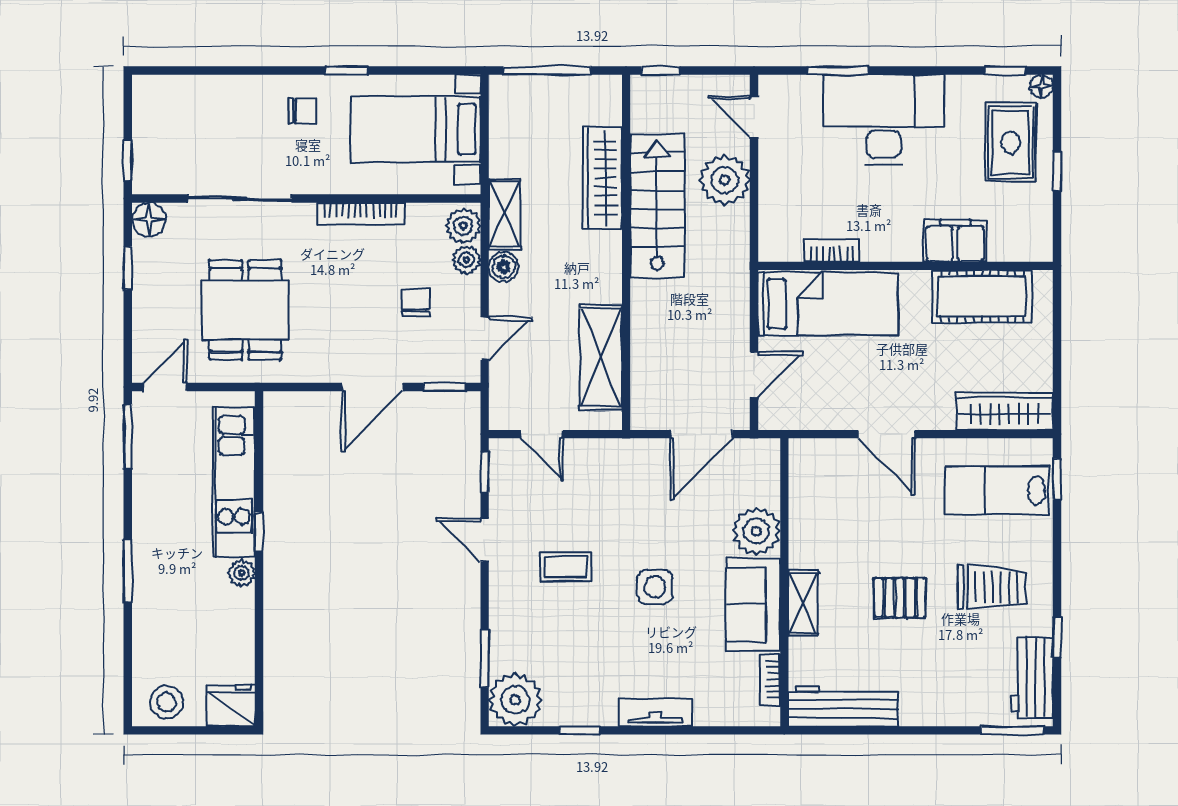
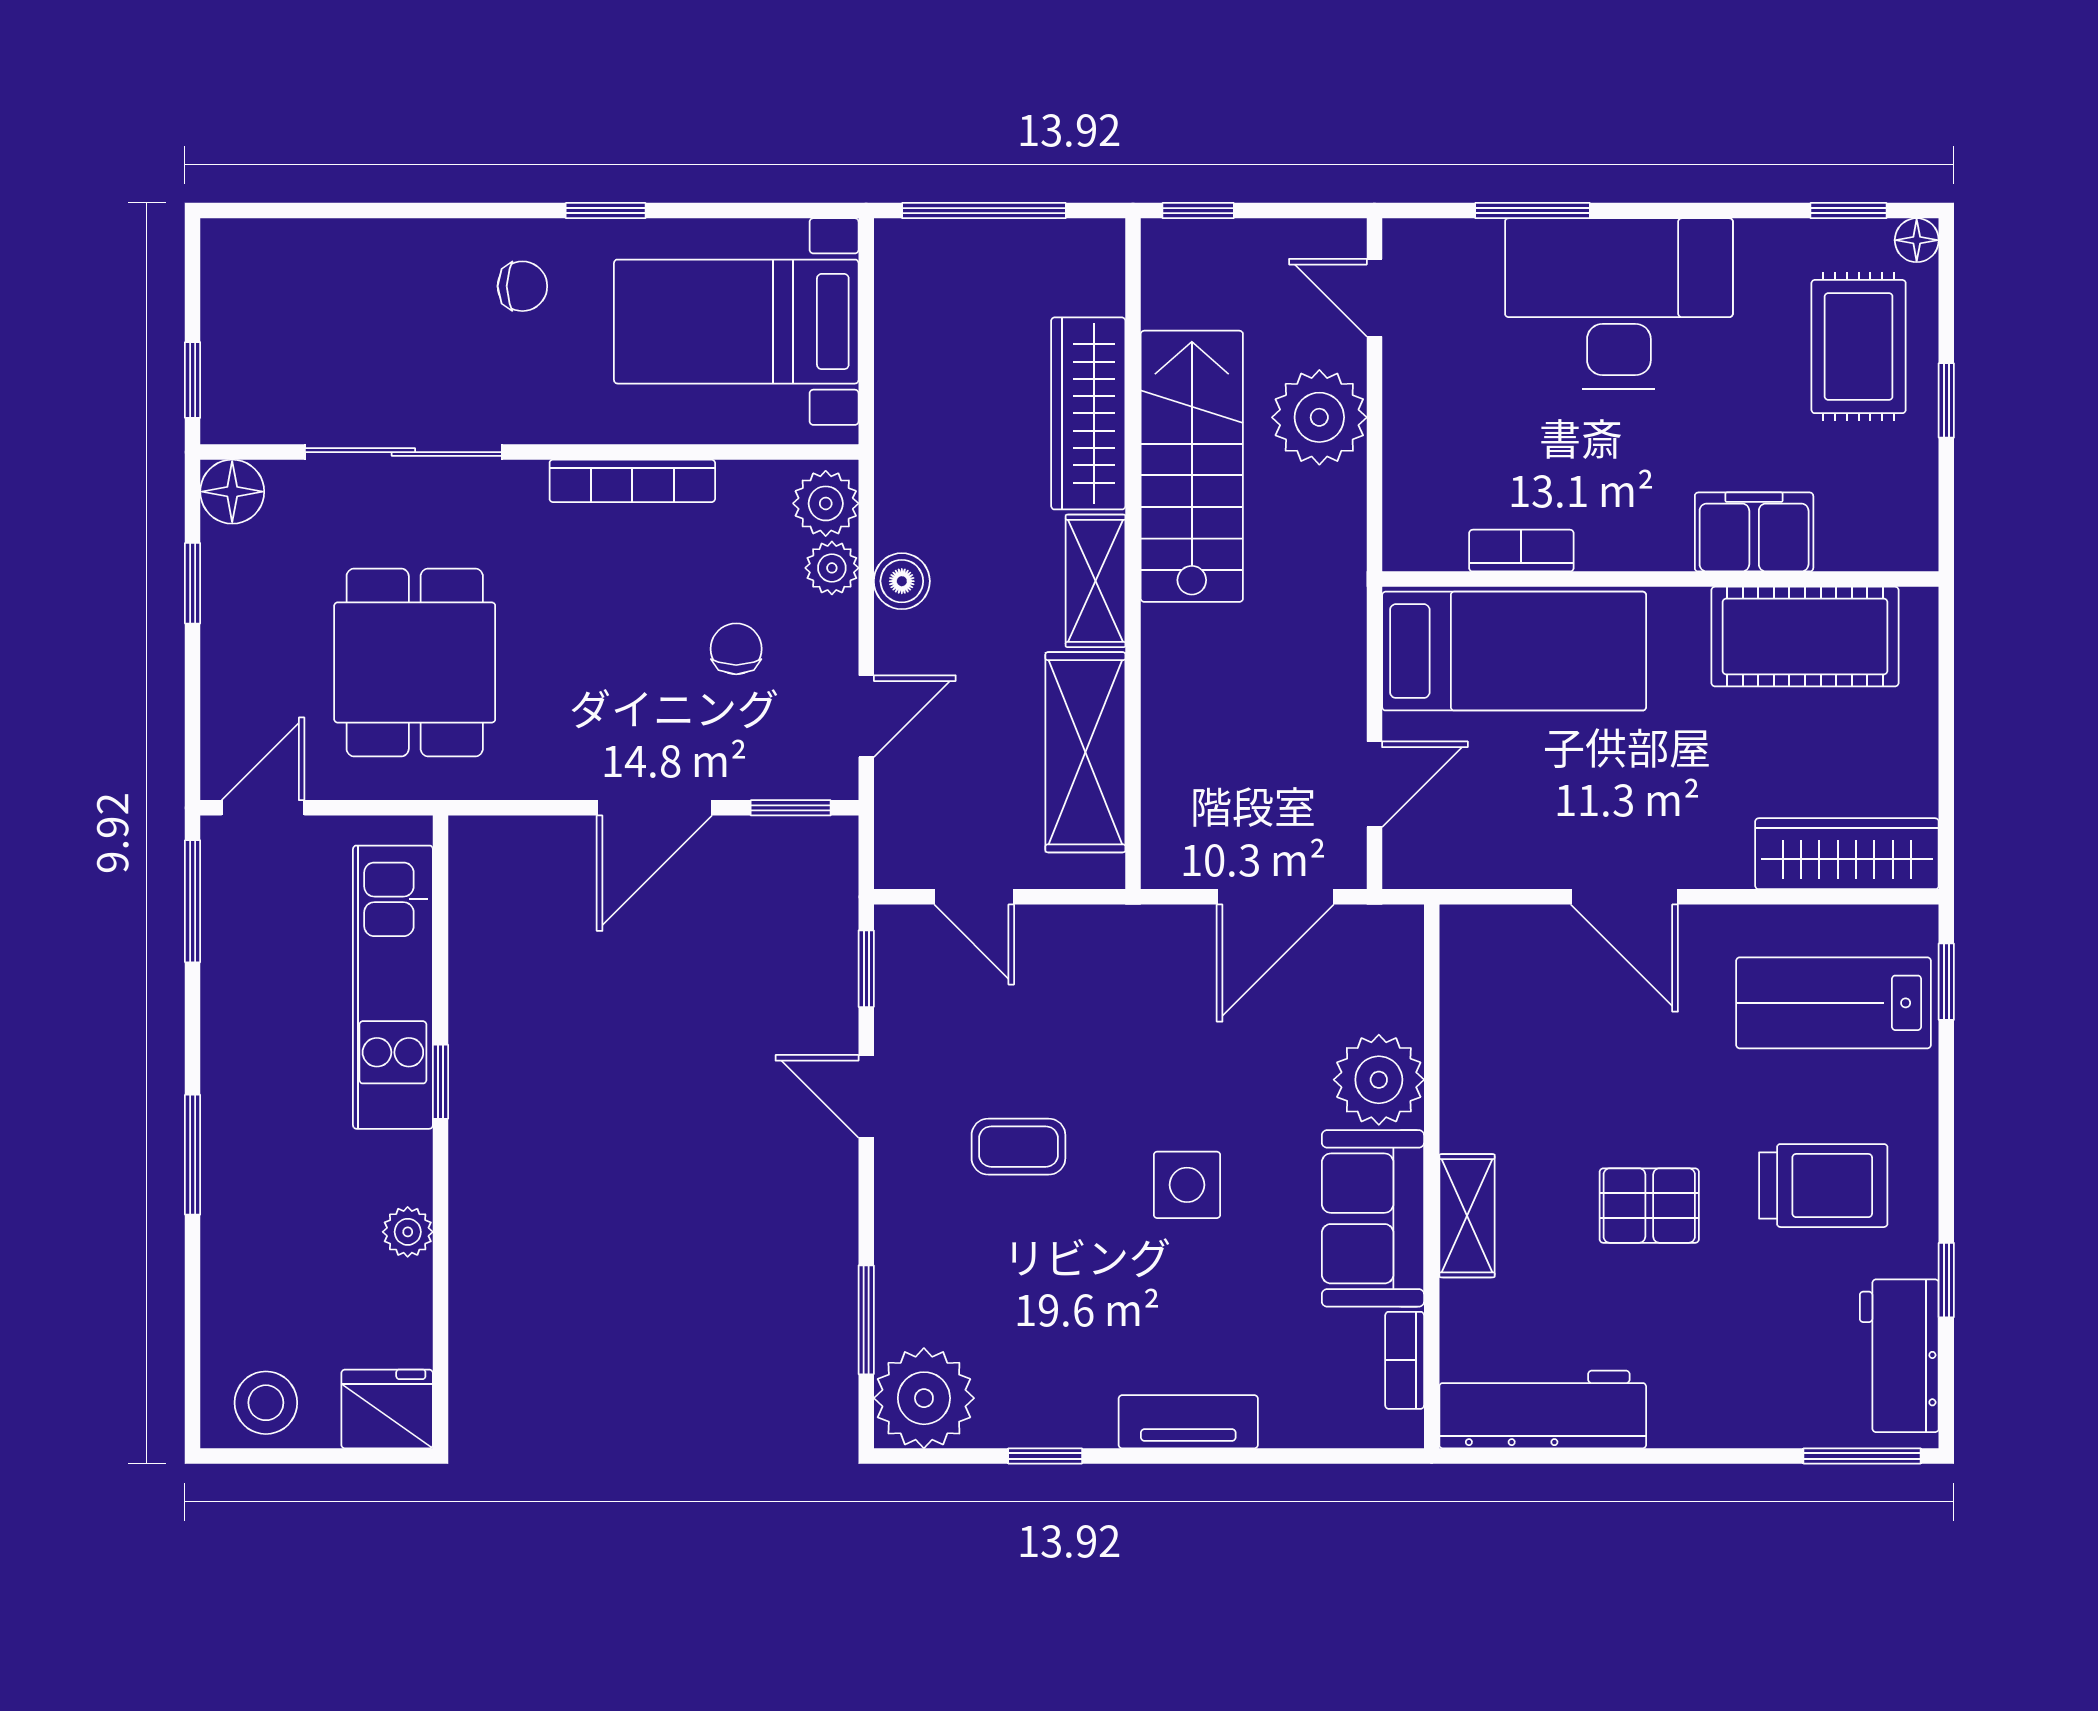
shelving: (504, 214) -> (1096, 581), moved
plant: (242, 573) -> (408, 1232), moved

